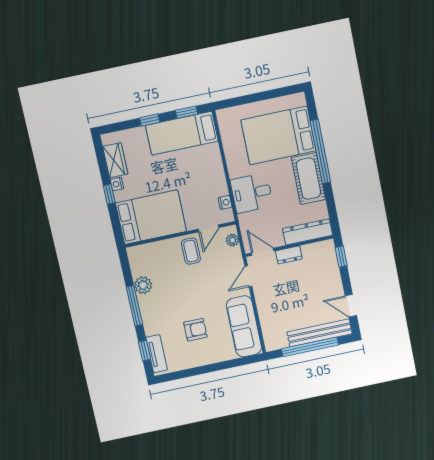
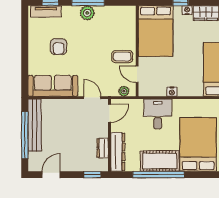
window: (320, 152) -> (159, 175), moved
nightstand: (225, 202) -> (172, 92), moved
dresser: (289, 255) -> (103, 148), moved
plant: (143, 285) -> (87, 13), moved
bench: (320, 333) -> (35, 125), moved

